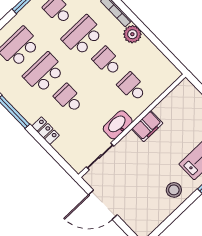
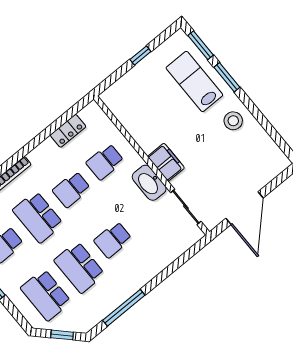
plant: (132, 34) -> (41, 156), removed
filing cabinet: (147, 126) -> (166, 162), moved
locker: (45, 131) -> (68, 131), moved, turned 180

